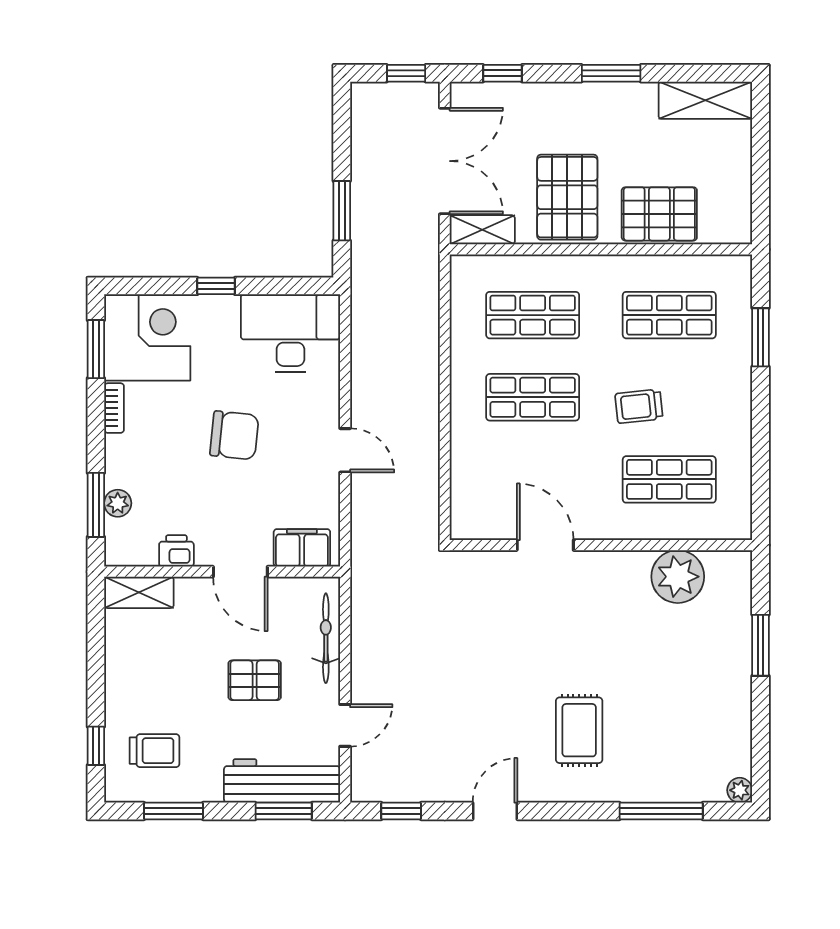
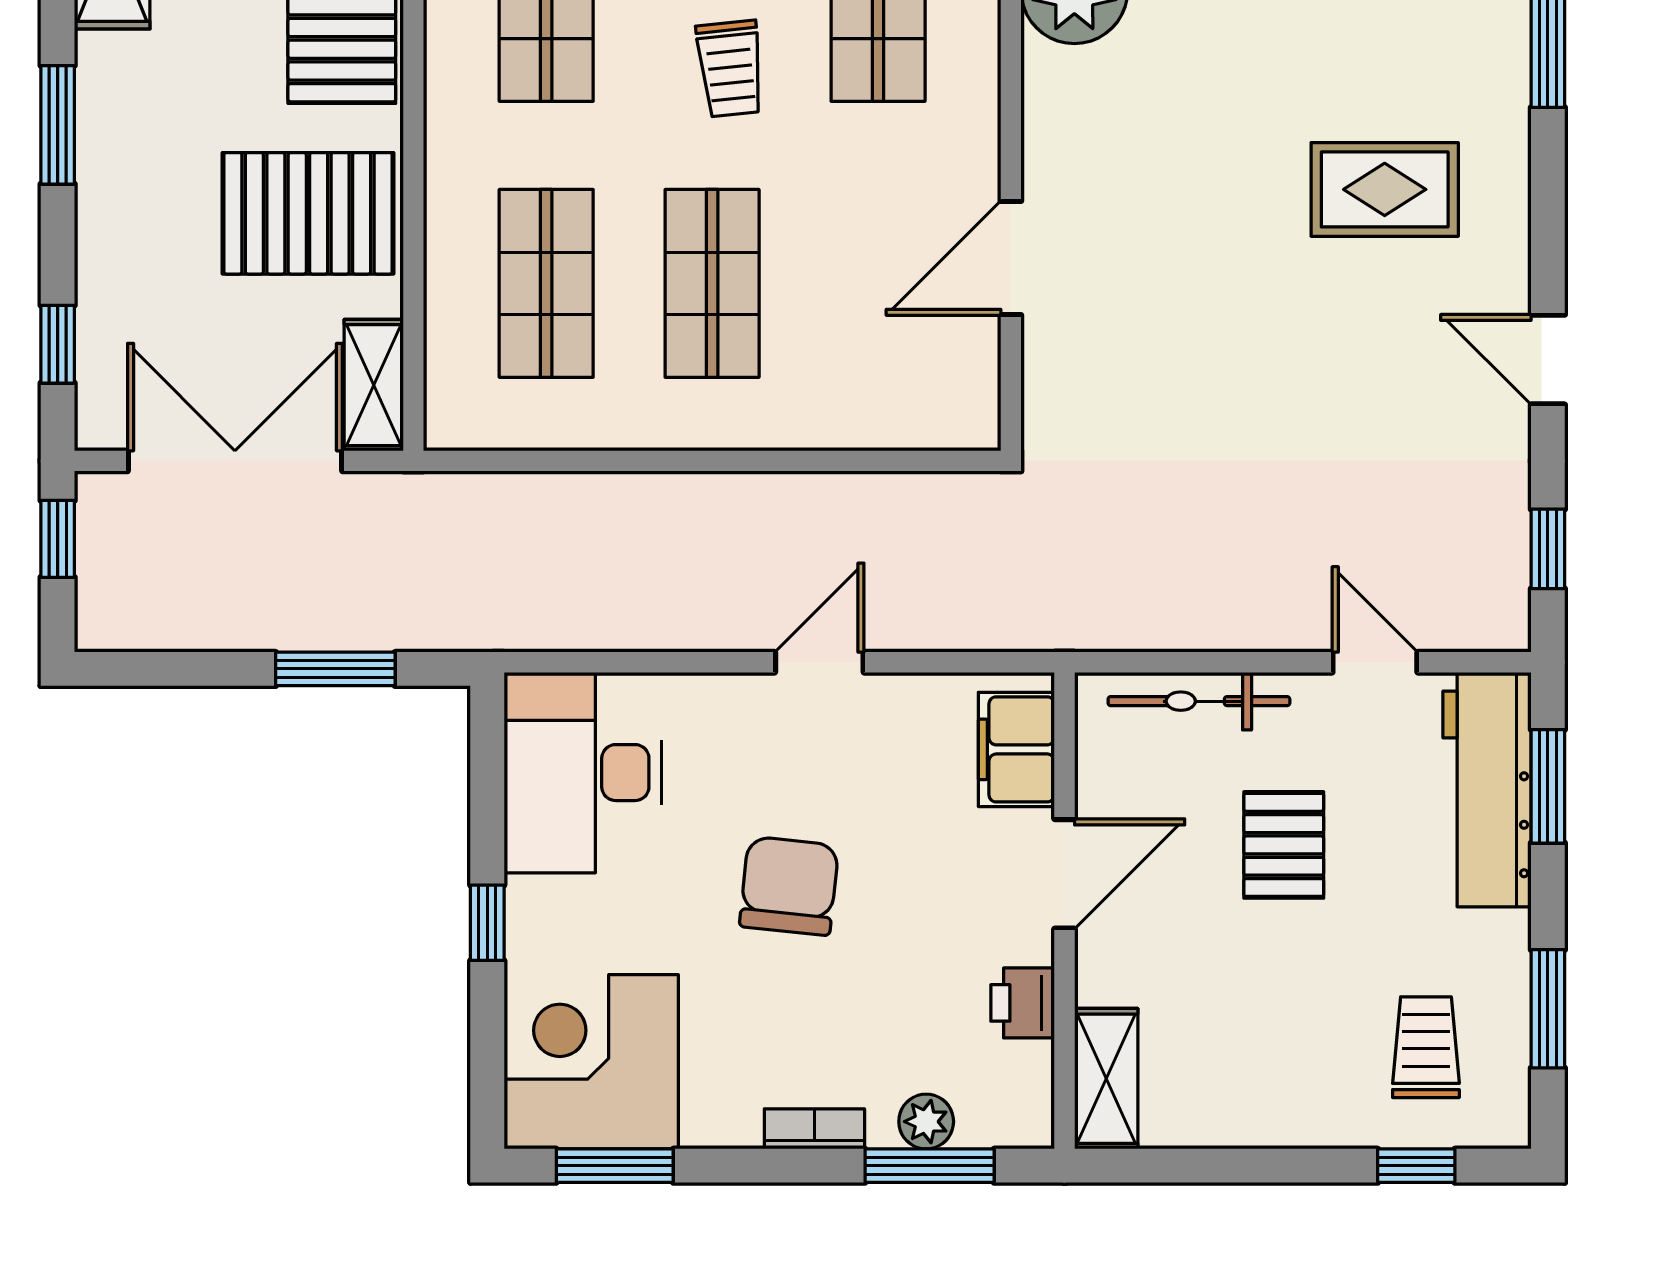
bookcase: (114, 408) -> (814, 1129), moved

